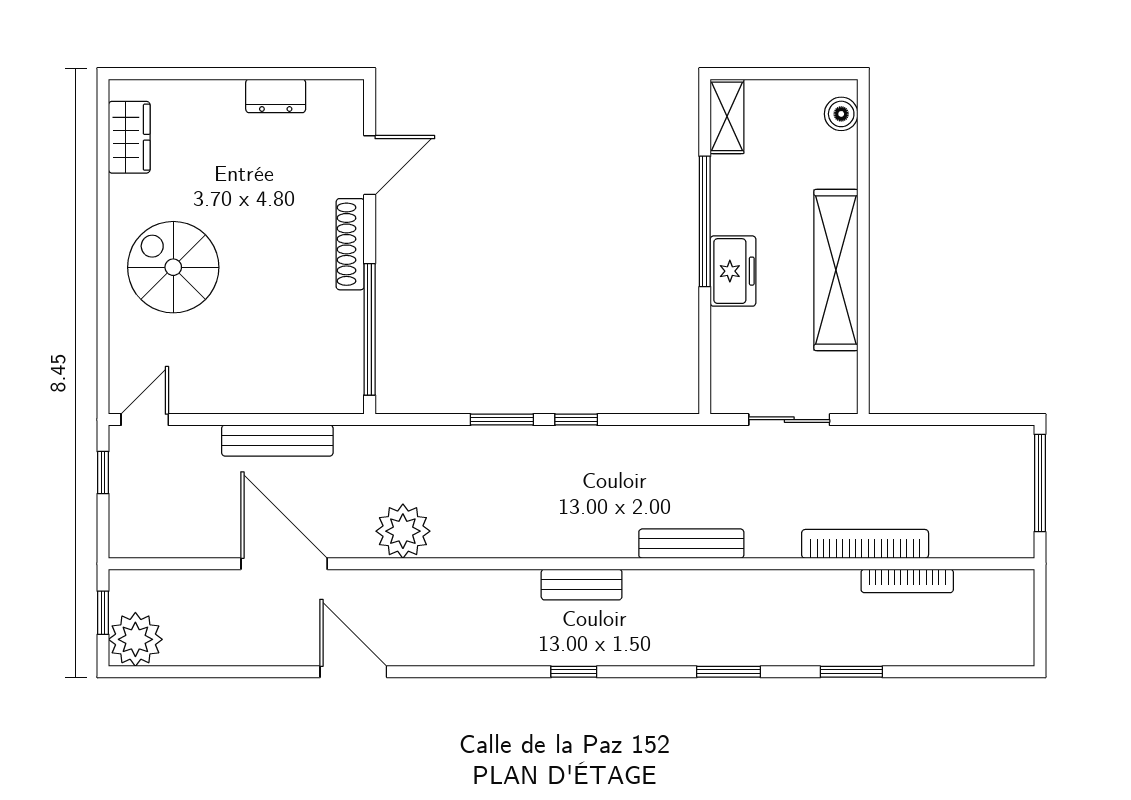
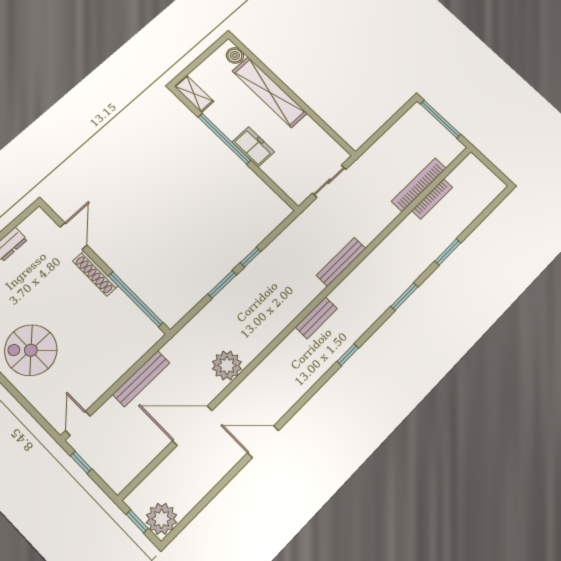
shelving: (836, 270) -> (270, 92), moved
bookcase: (865, 544) -> (419, 185), moved

